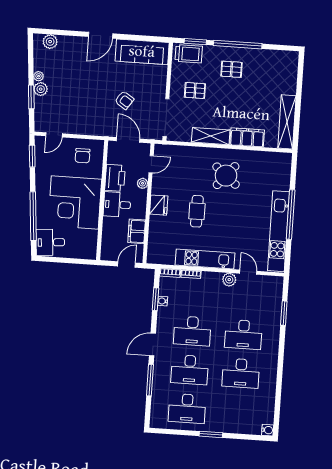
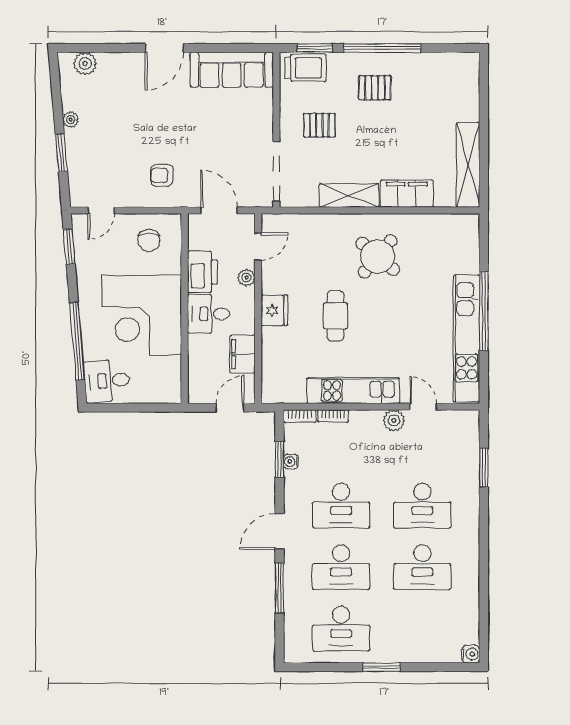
plant: (41, 89) -> (75, 140), removed
armchair: (124, 100) -> (162, 175), moved, turned 146

